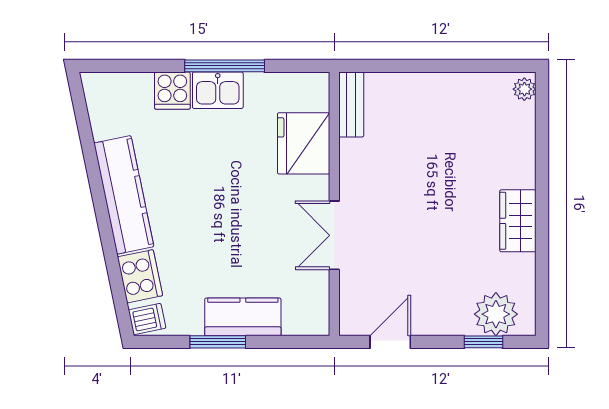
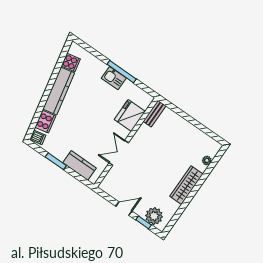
plant: (524, 89) -> (207, 160), moved
cooker: (172, 91) -> (71, 62), moved, turned -102
wardrobe: (518, 221) -> (186, 185), width x1.50
kitchen counter: (243, 317) -> (79, 165), moved
door: (390, 342) -> (124, 209), moved

